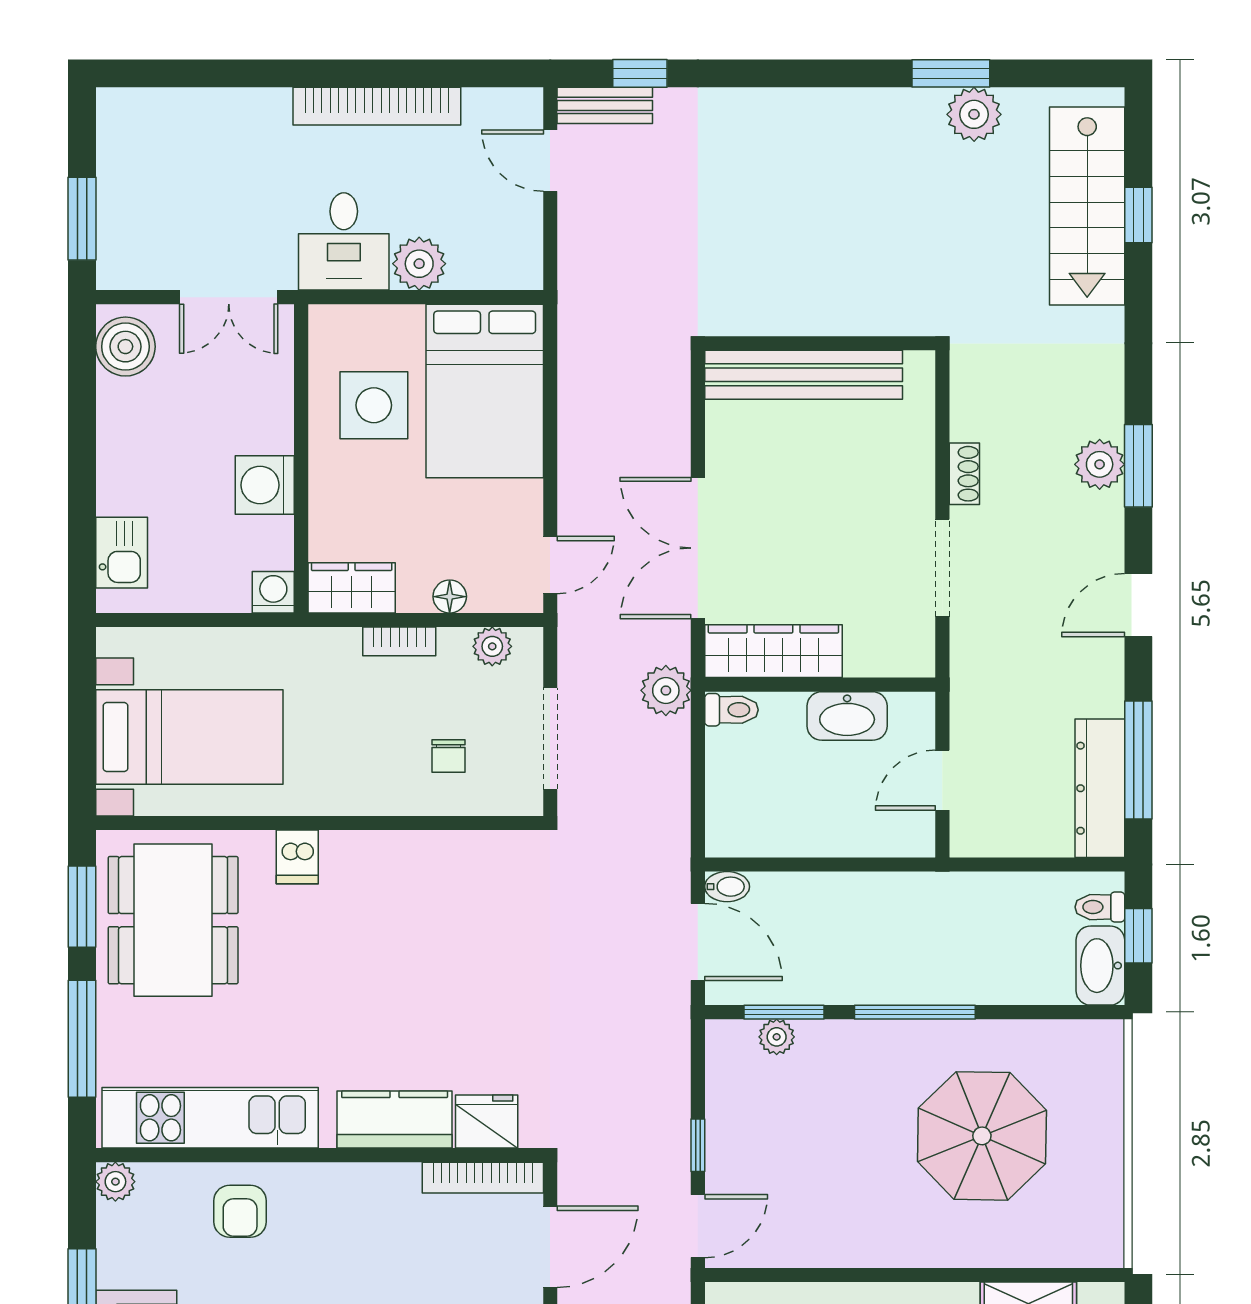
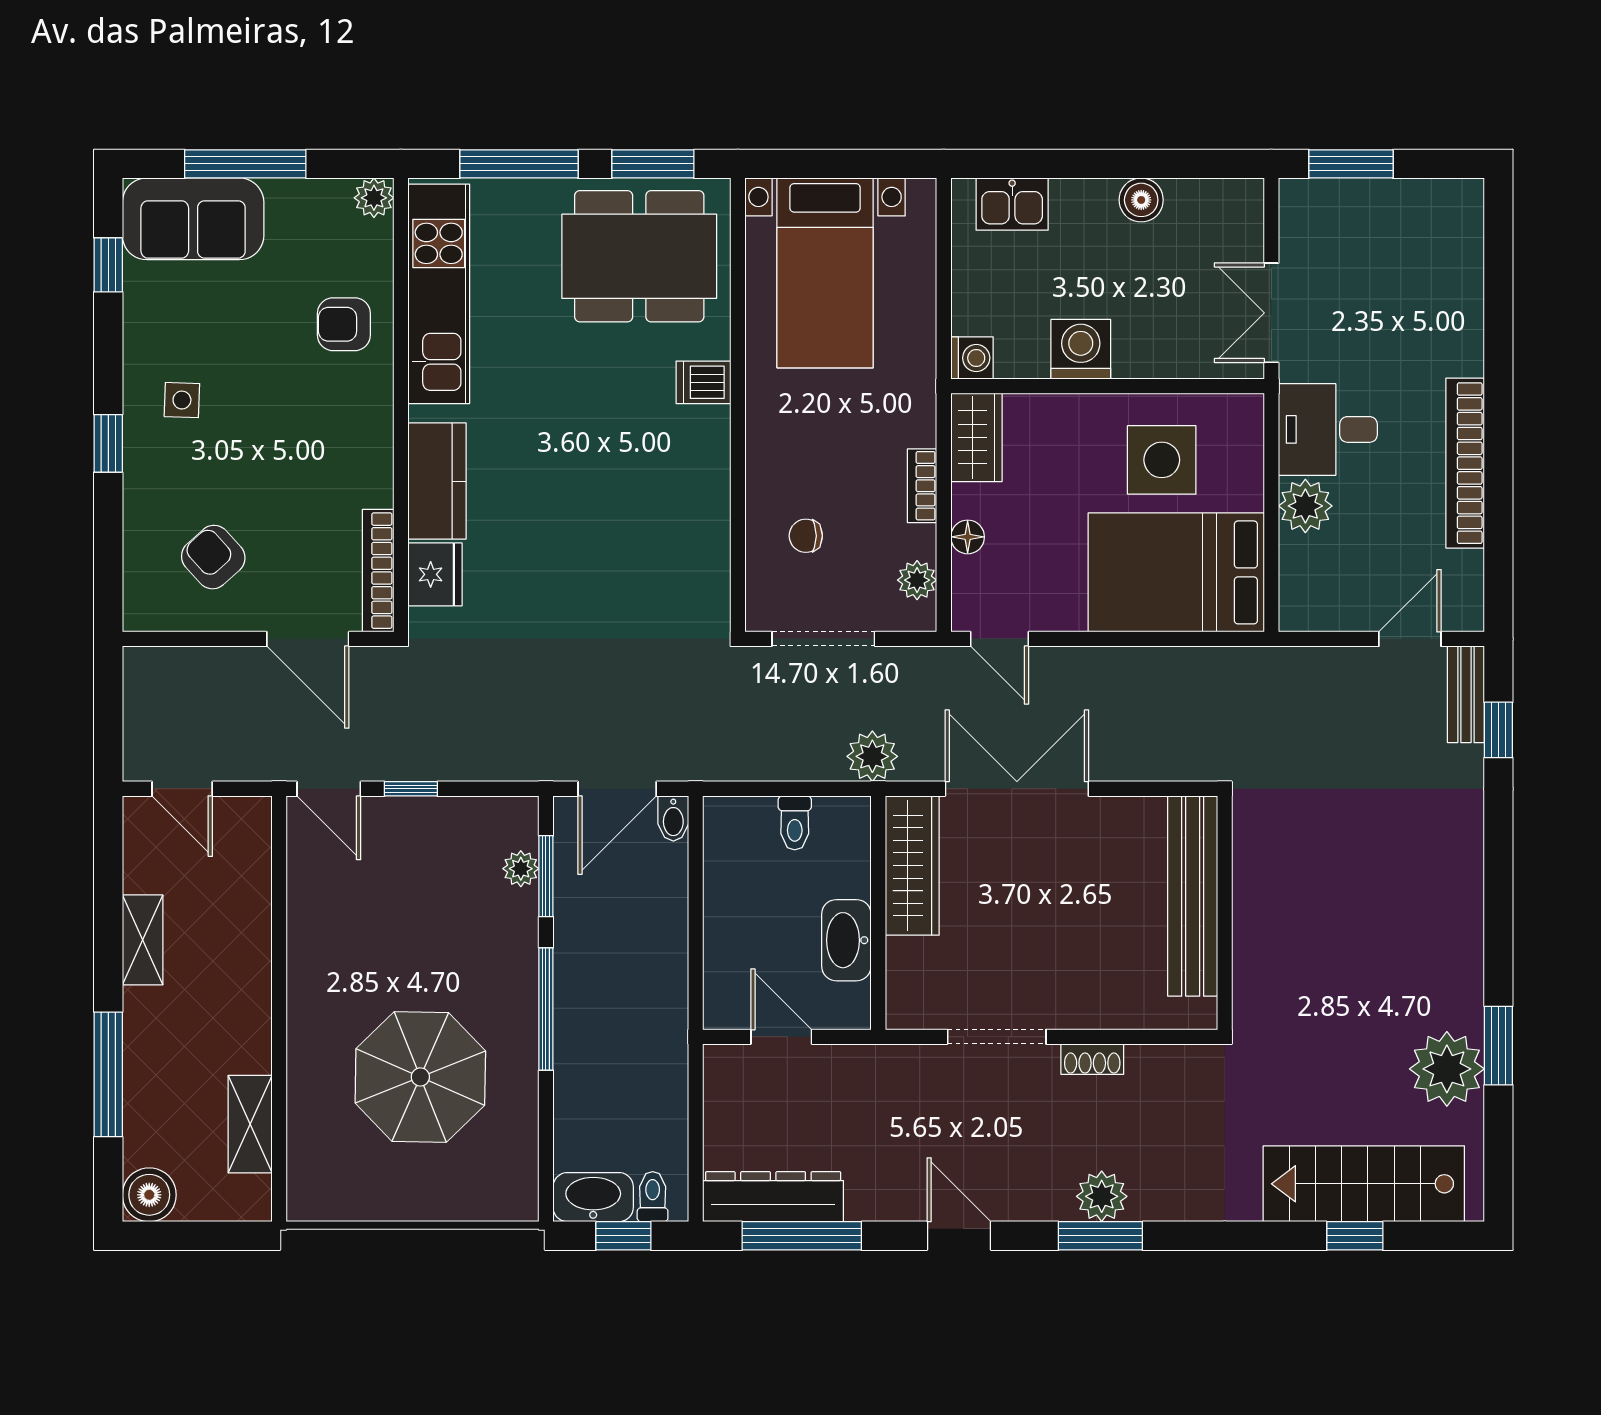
plant: (974, 114) -> (1447, 1069), width x1.36, depth x1.36
boiler: (125, 347) -> (1141, 200), moved, width x0.73, depth x0.73
toilet: (731, 710) -> (795, 823), moved

